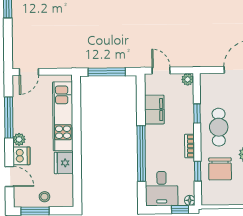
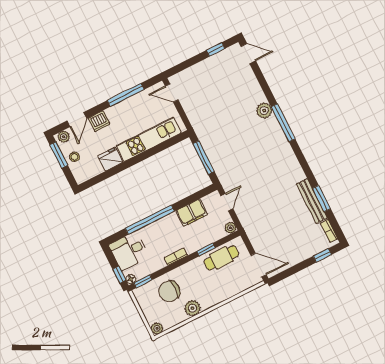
cafe table: (219, 127) -> (221, 258), moved
plant: (19, 139) -> (64, 137), moved
window: (198, 171) -> (143, 281), moved

